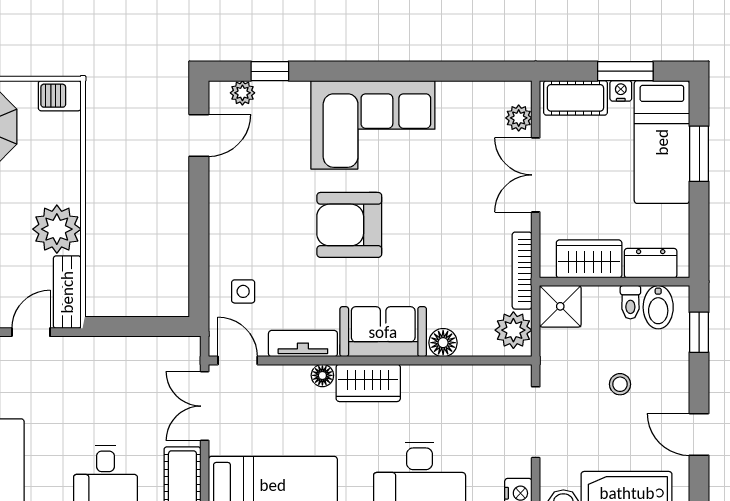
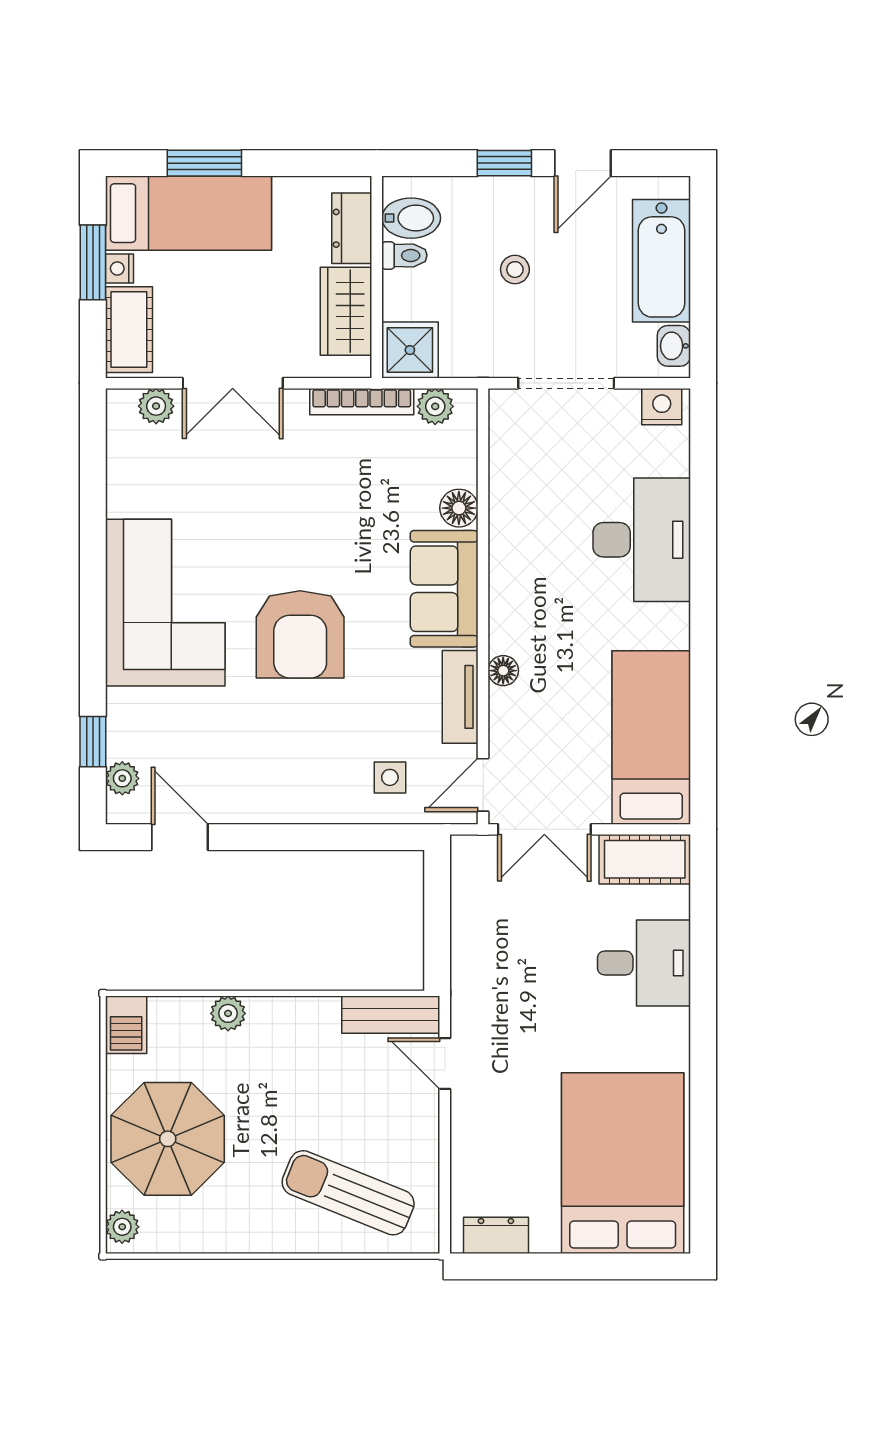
plant: (57, 229) -> (228, 1013), moved, width x0.53, depth x0.53
plant: (513, 330) -> (435, 406), width x0.73, depth x0.73
window: (699, 332) -> (504, 163), moved
wardrobe: (368, 383) -> (513, 609), removed

